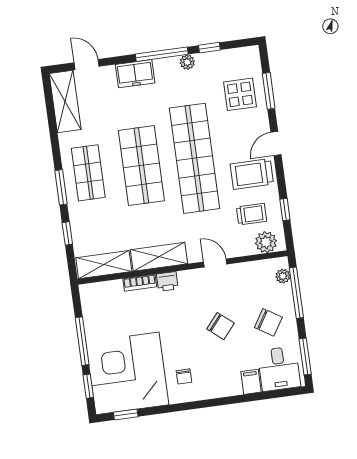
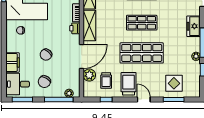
shop shelf: (195, 158) -> (142, 53), width x0.71
shop shelf: (141, 166) -> (142, 23), width x0.70, depth x0.74
plant: (266, 242) -> (89, 75), moved
door: (215, 263) -> (82, 56), width x1.88
filing cabinet: (251, 382) -> (12, 62), width x2.00

